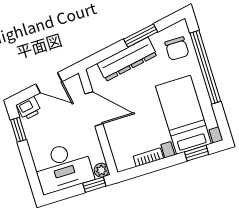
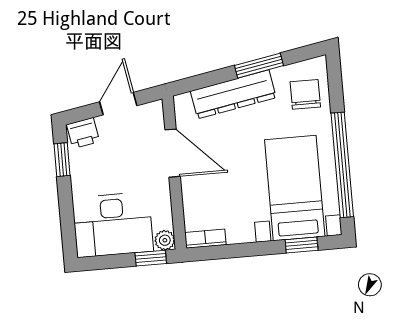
chair: (177, 49) -> (305, 94), turned 180
window: (205, 67) -> (342, 165), moved
door: (49, 83) -> (118, 104), swing flipped
bookcase: (148, 157) -> (205, 239), moved

